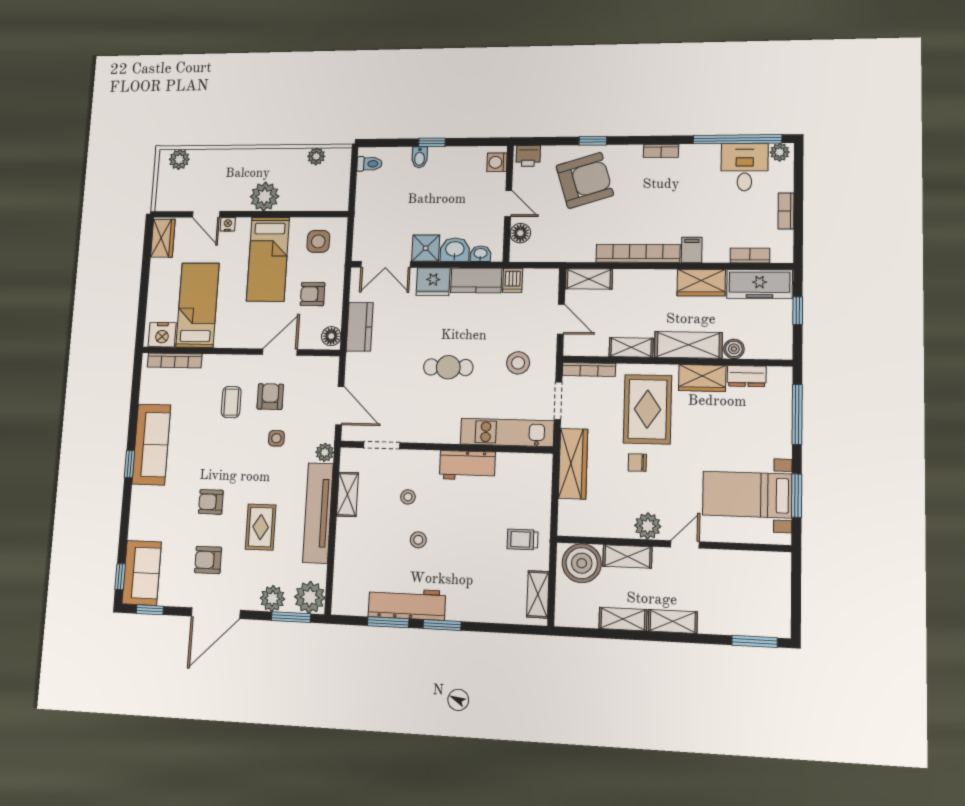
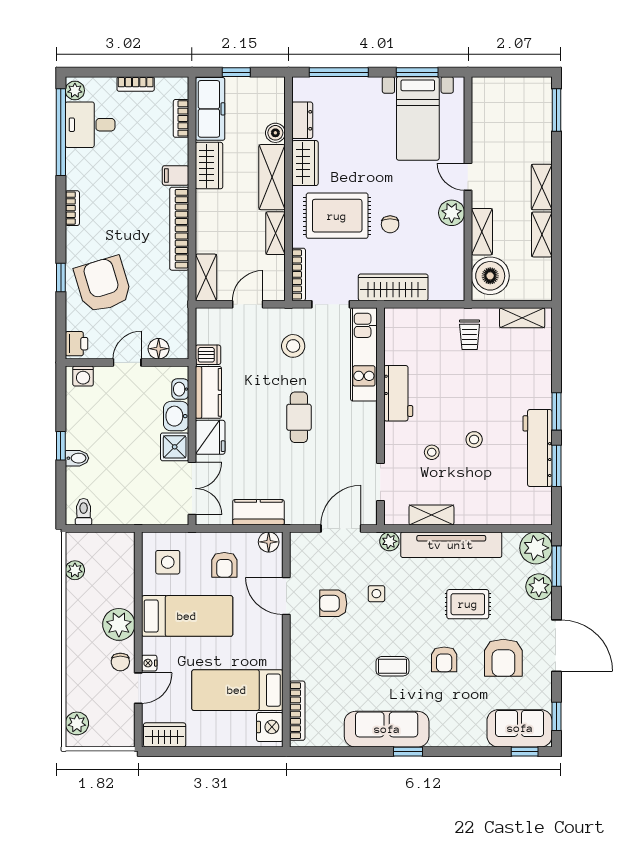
chair: (231, 198) -> (120, 662), added
coffee table: (231, 402) -> (393, 666), moved
armchair: (208, 560) -> (503, 658), width x1.38, depth x1.38

